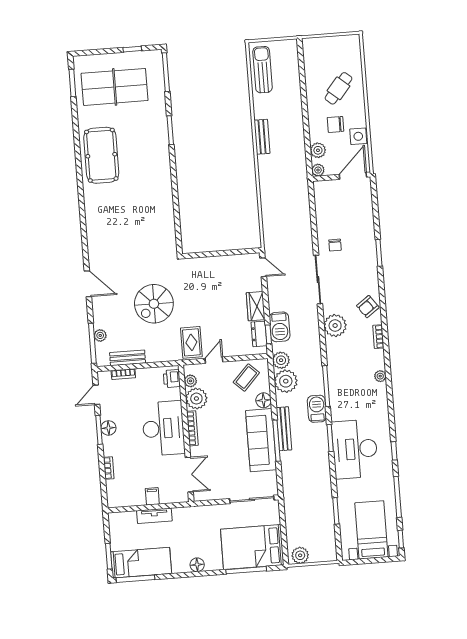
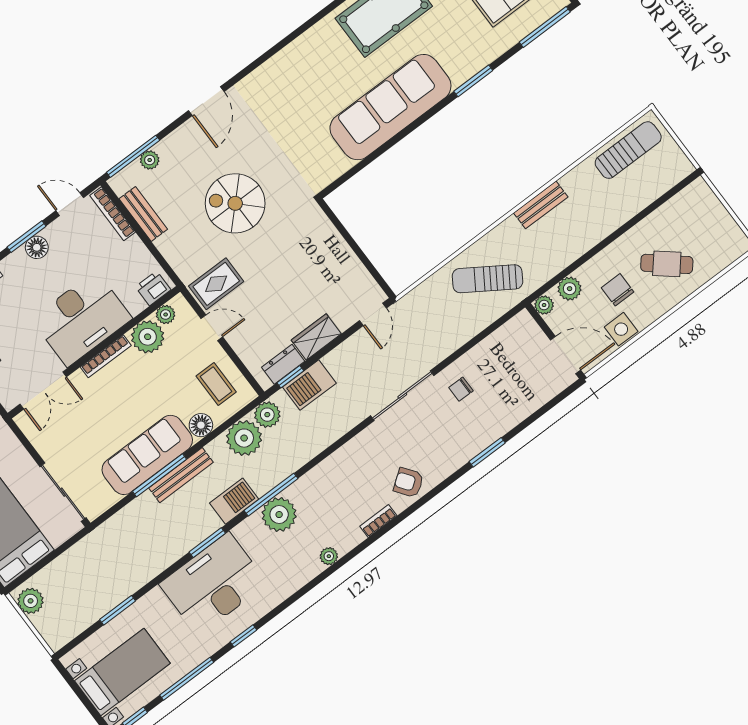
sofa: (156, 185) -> (390, 107), added
sun lounger: (284, 192) -> (488, 279), added
plant: (335, 326) -> (279, 515), moved
bookcase: (123, 374) -> (113, 214), width x1.56
coffee table: (246, 378) -> (216, 384), turned 47

